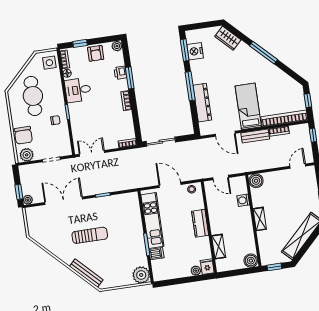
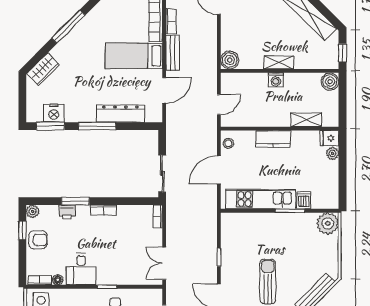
window: (80, 43) -> (22, 231), moved
washing machine: (243, 200) -> (276, 80), moved

